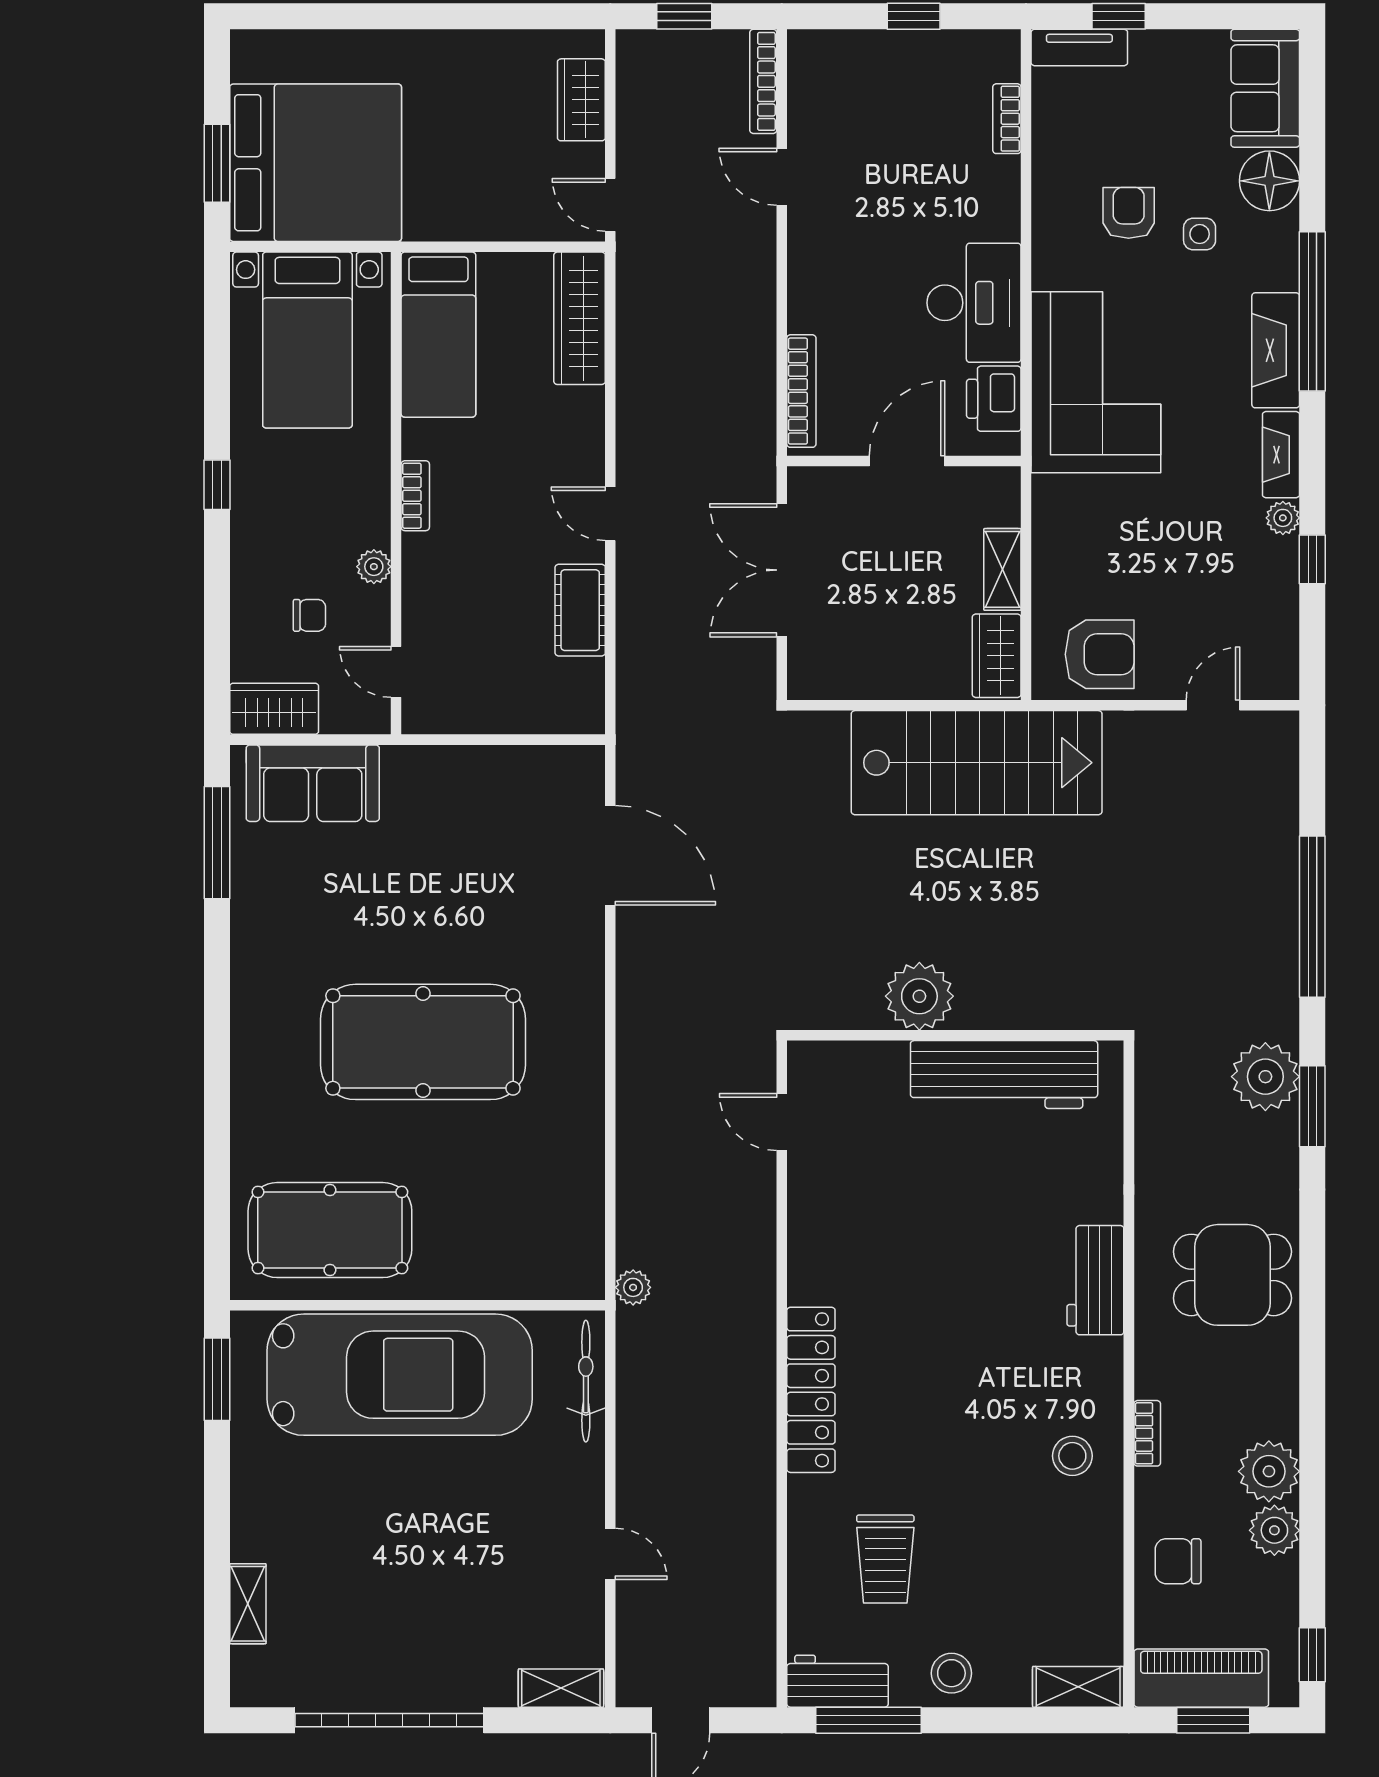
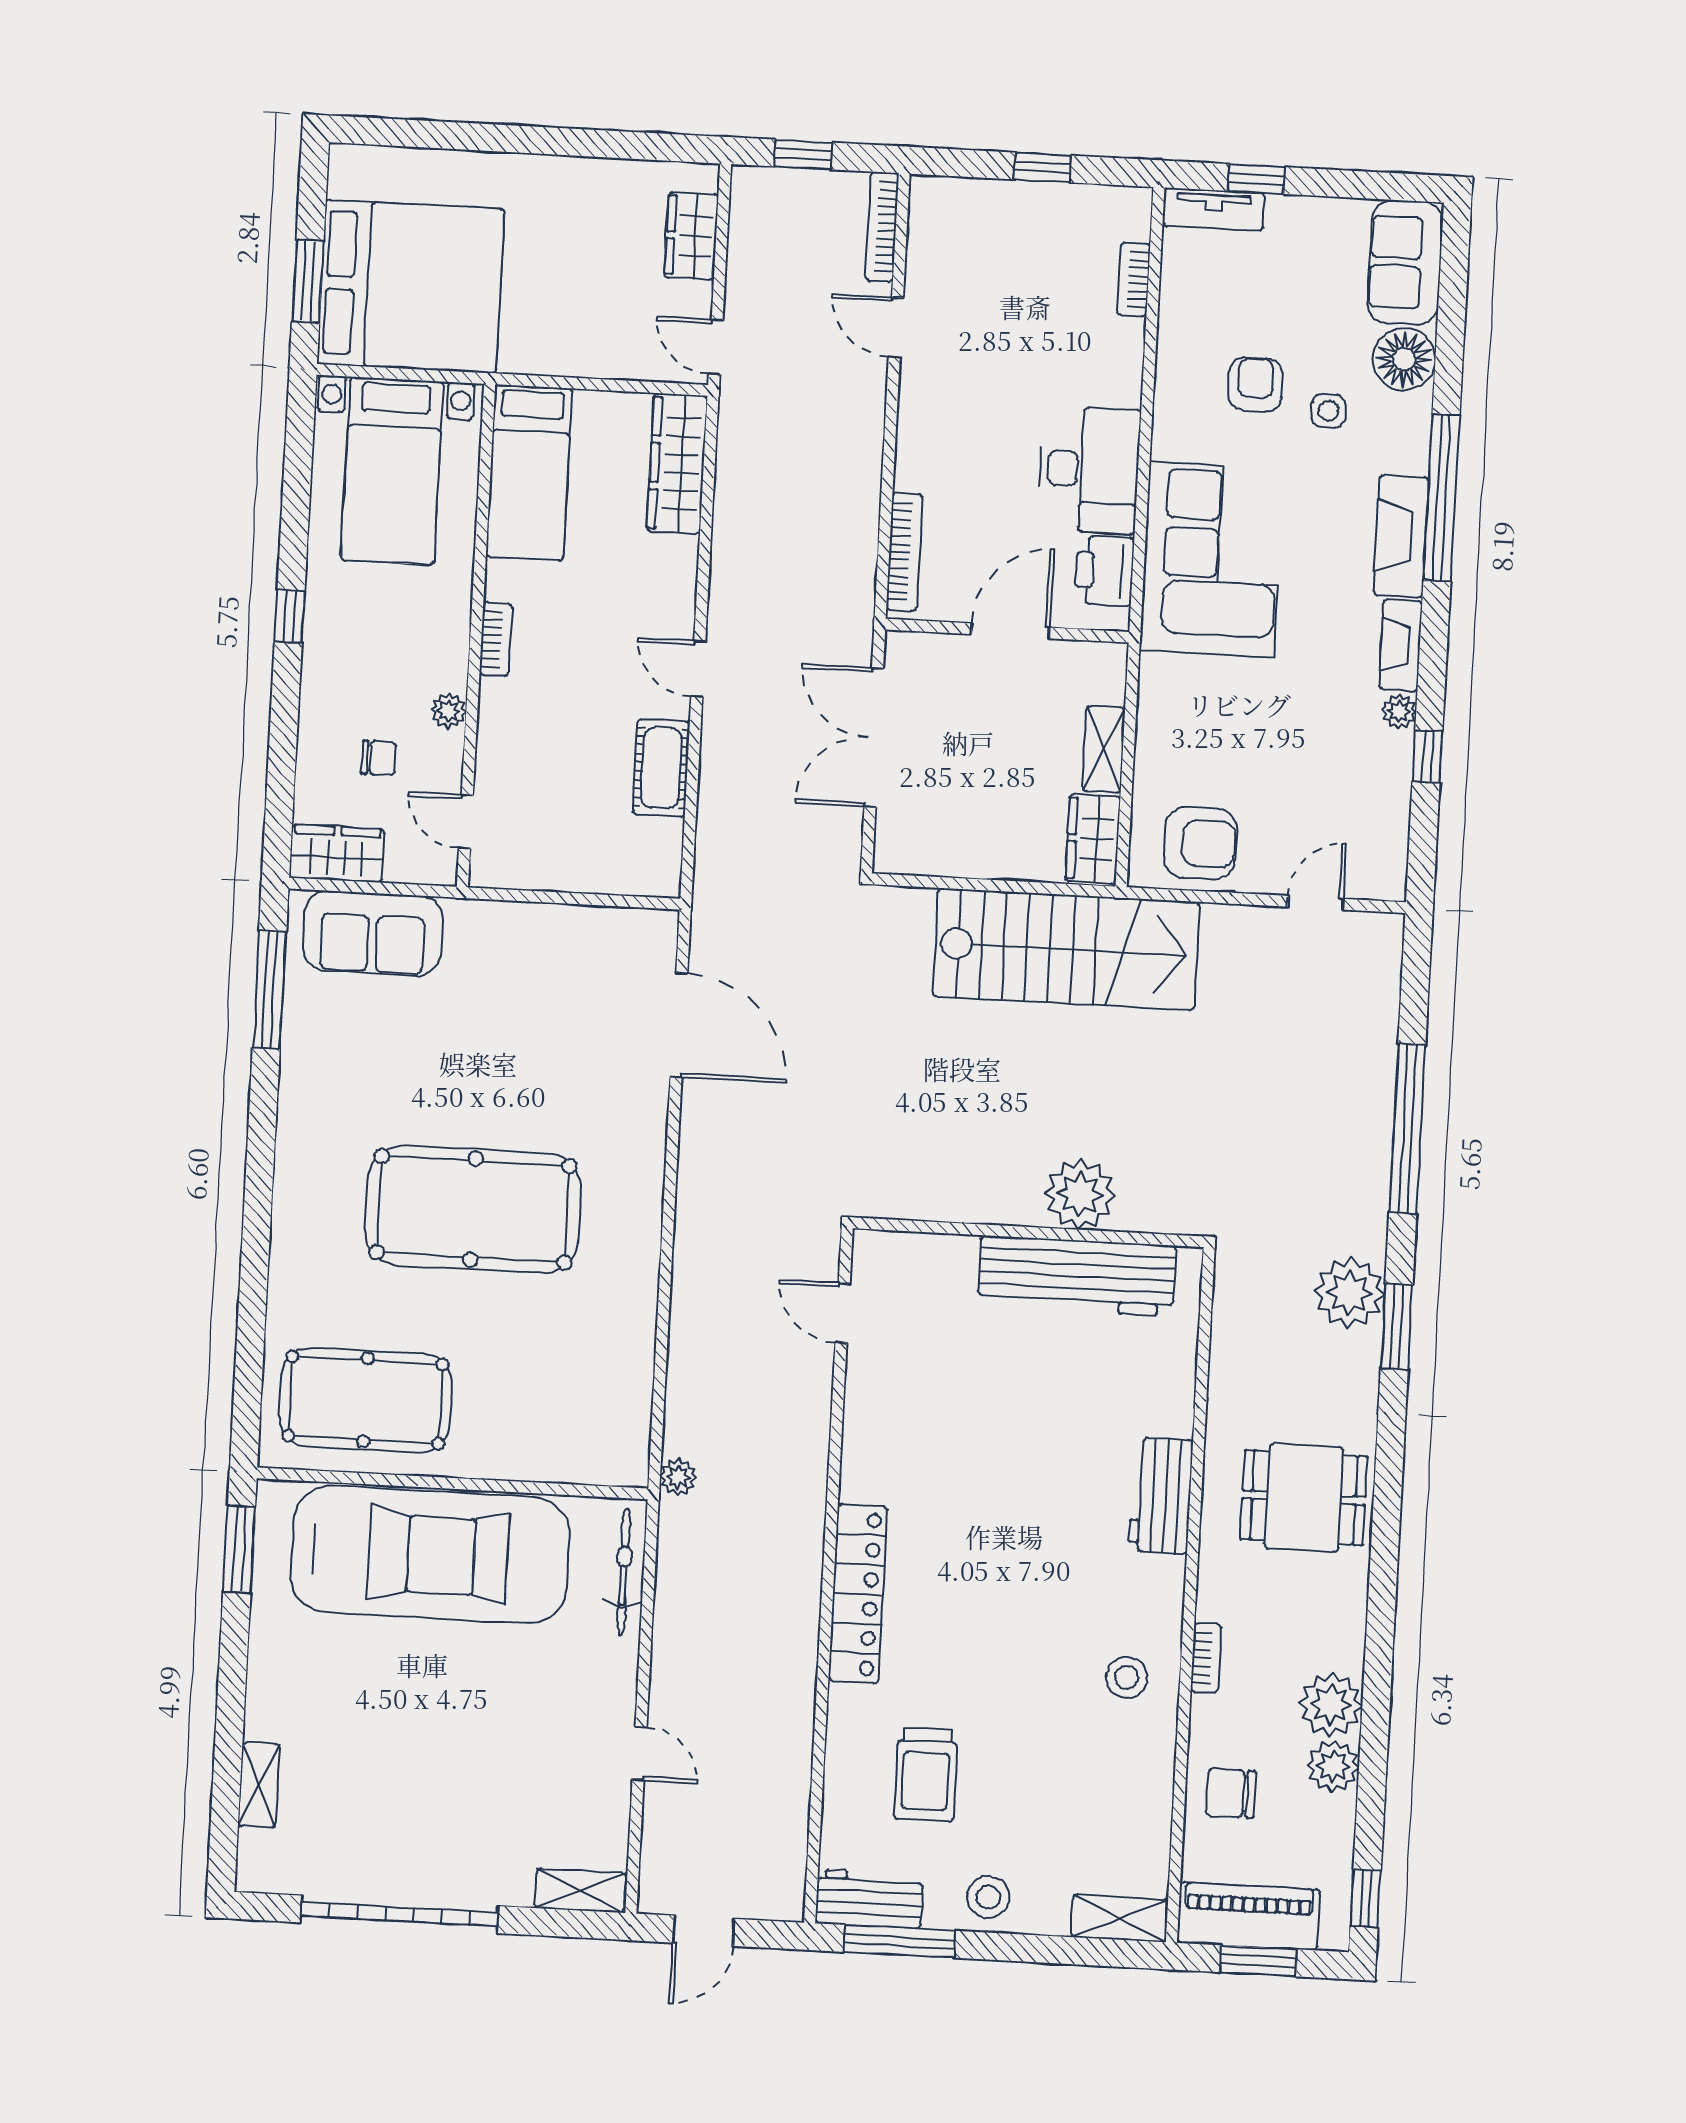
plant: (919, 996) -> (1080, 1194), moved

